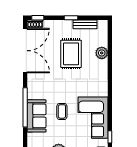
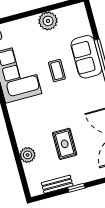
rug: (71, 54) -> (65, 144), width x0.73, depth x0.70

